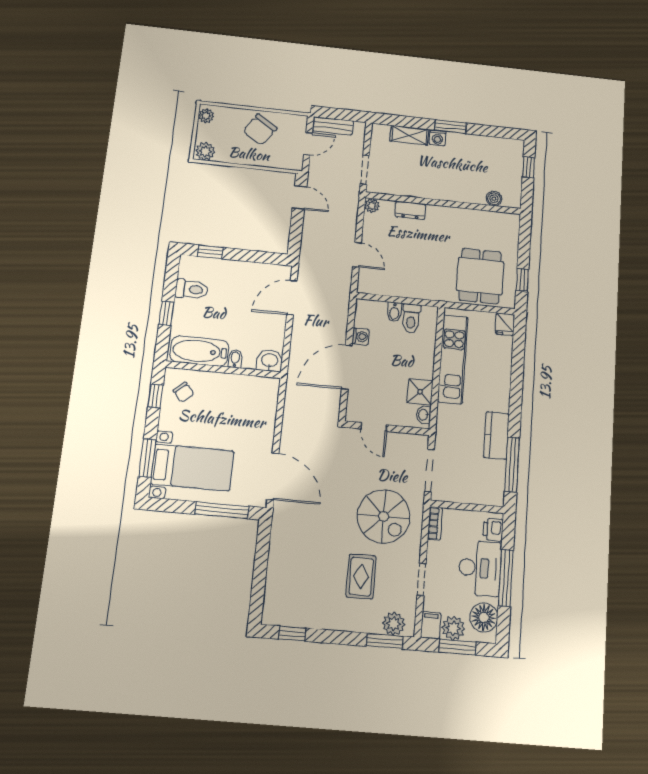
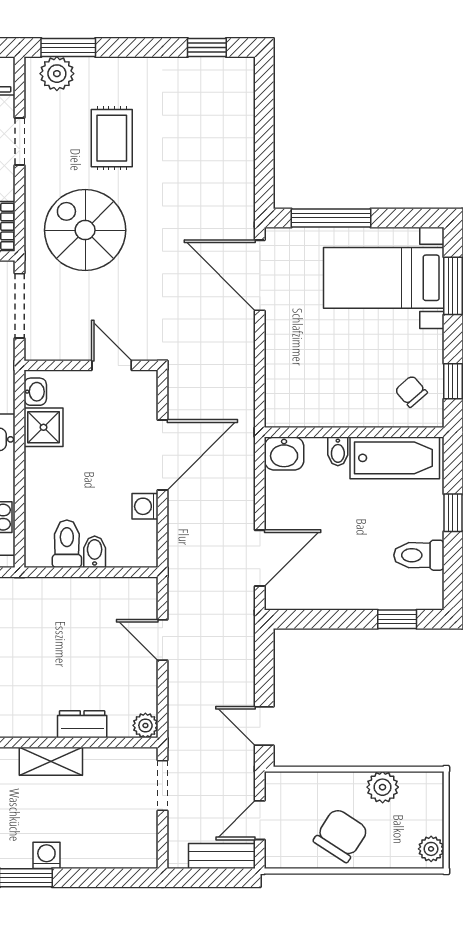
shelving: (409, 135) -> (51, 761), moved
plant: (205, 151) -> (383, 787), moved

